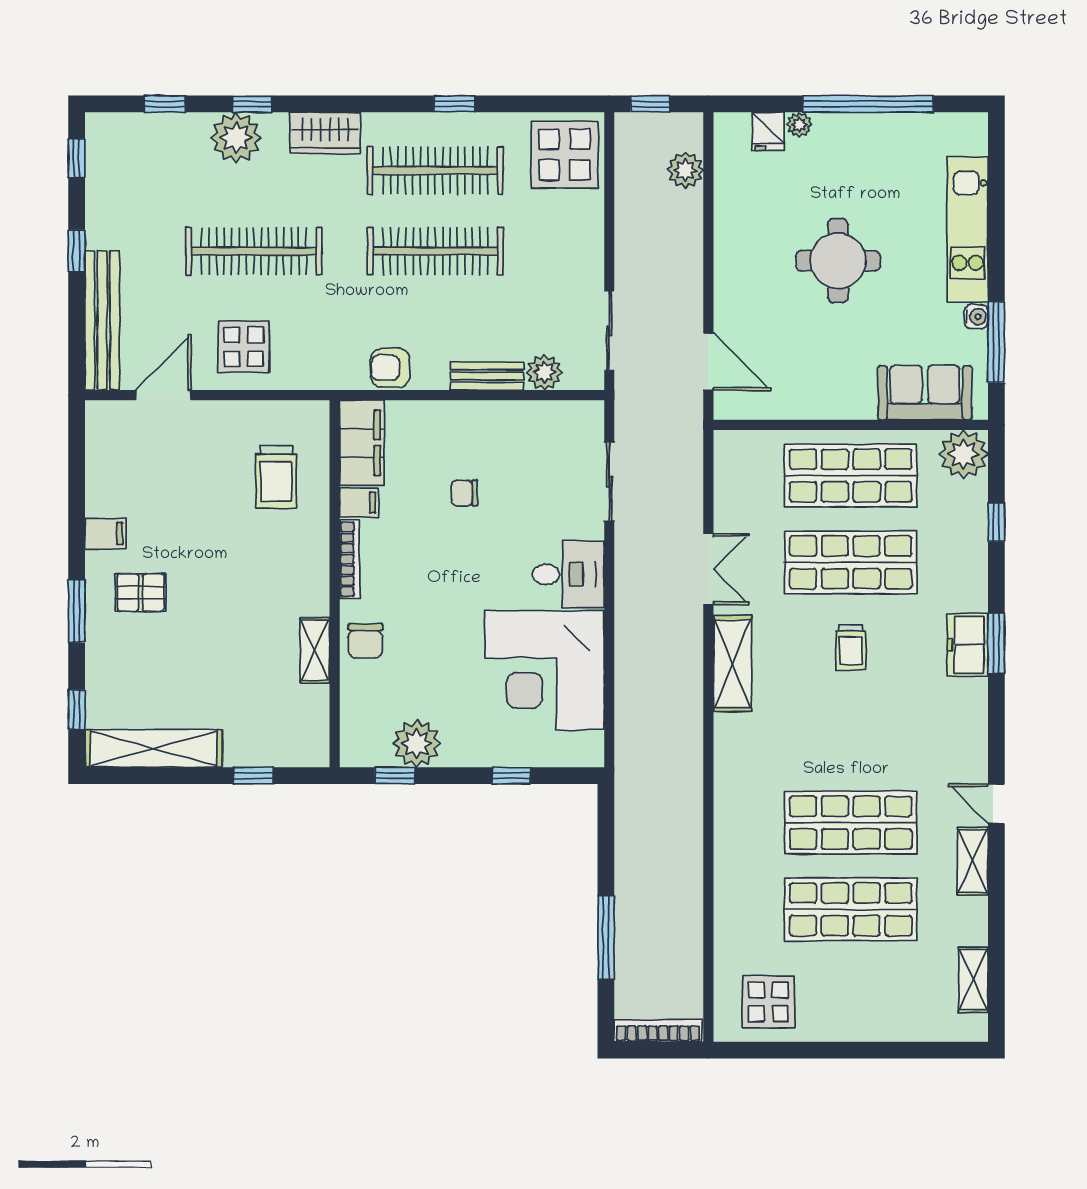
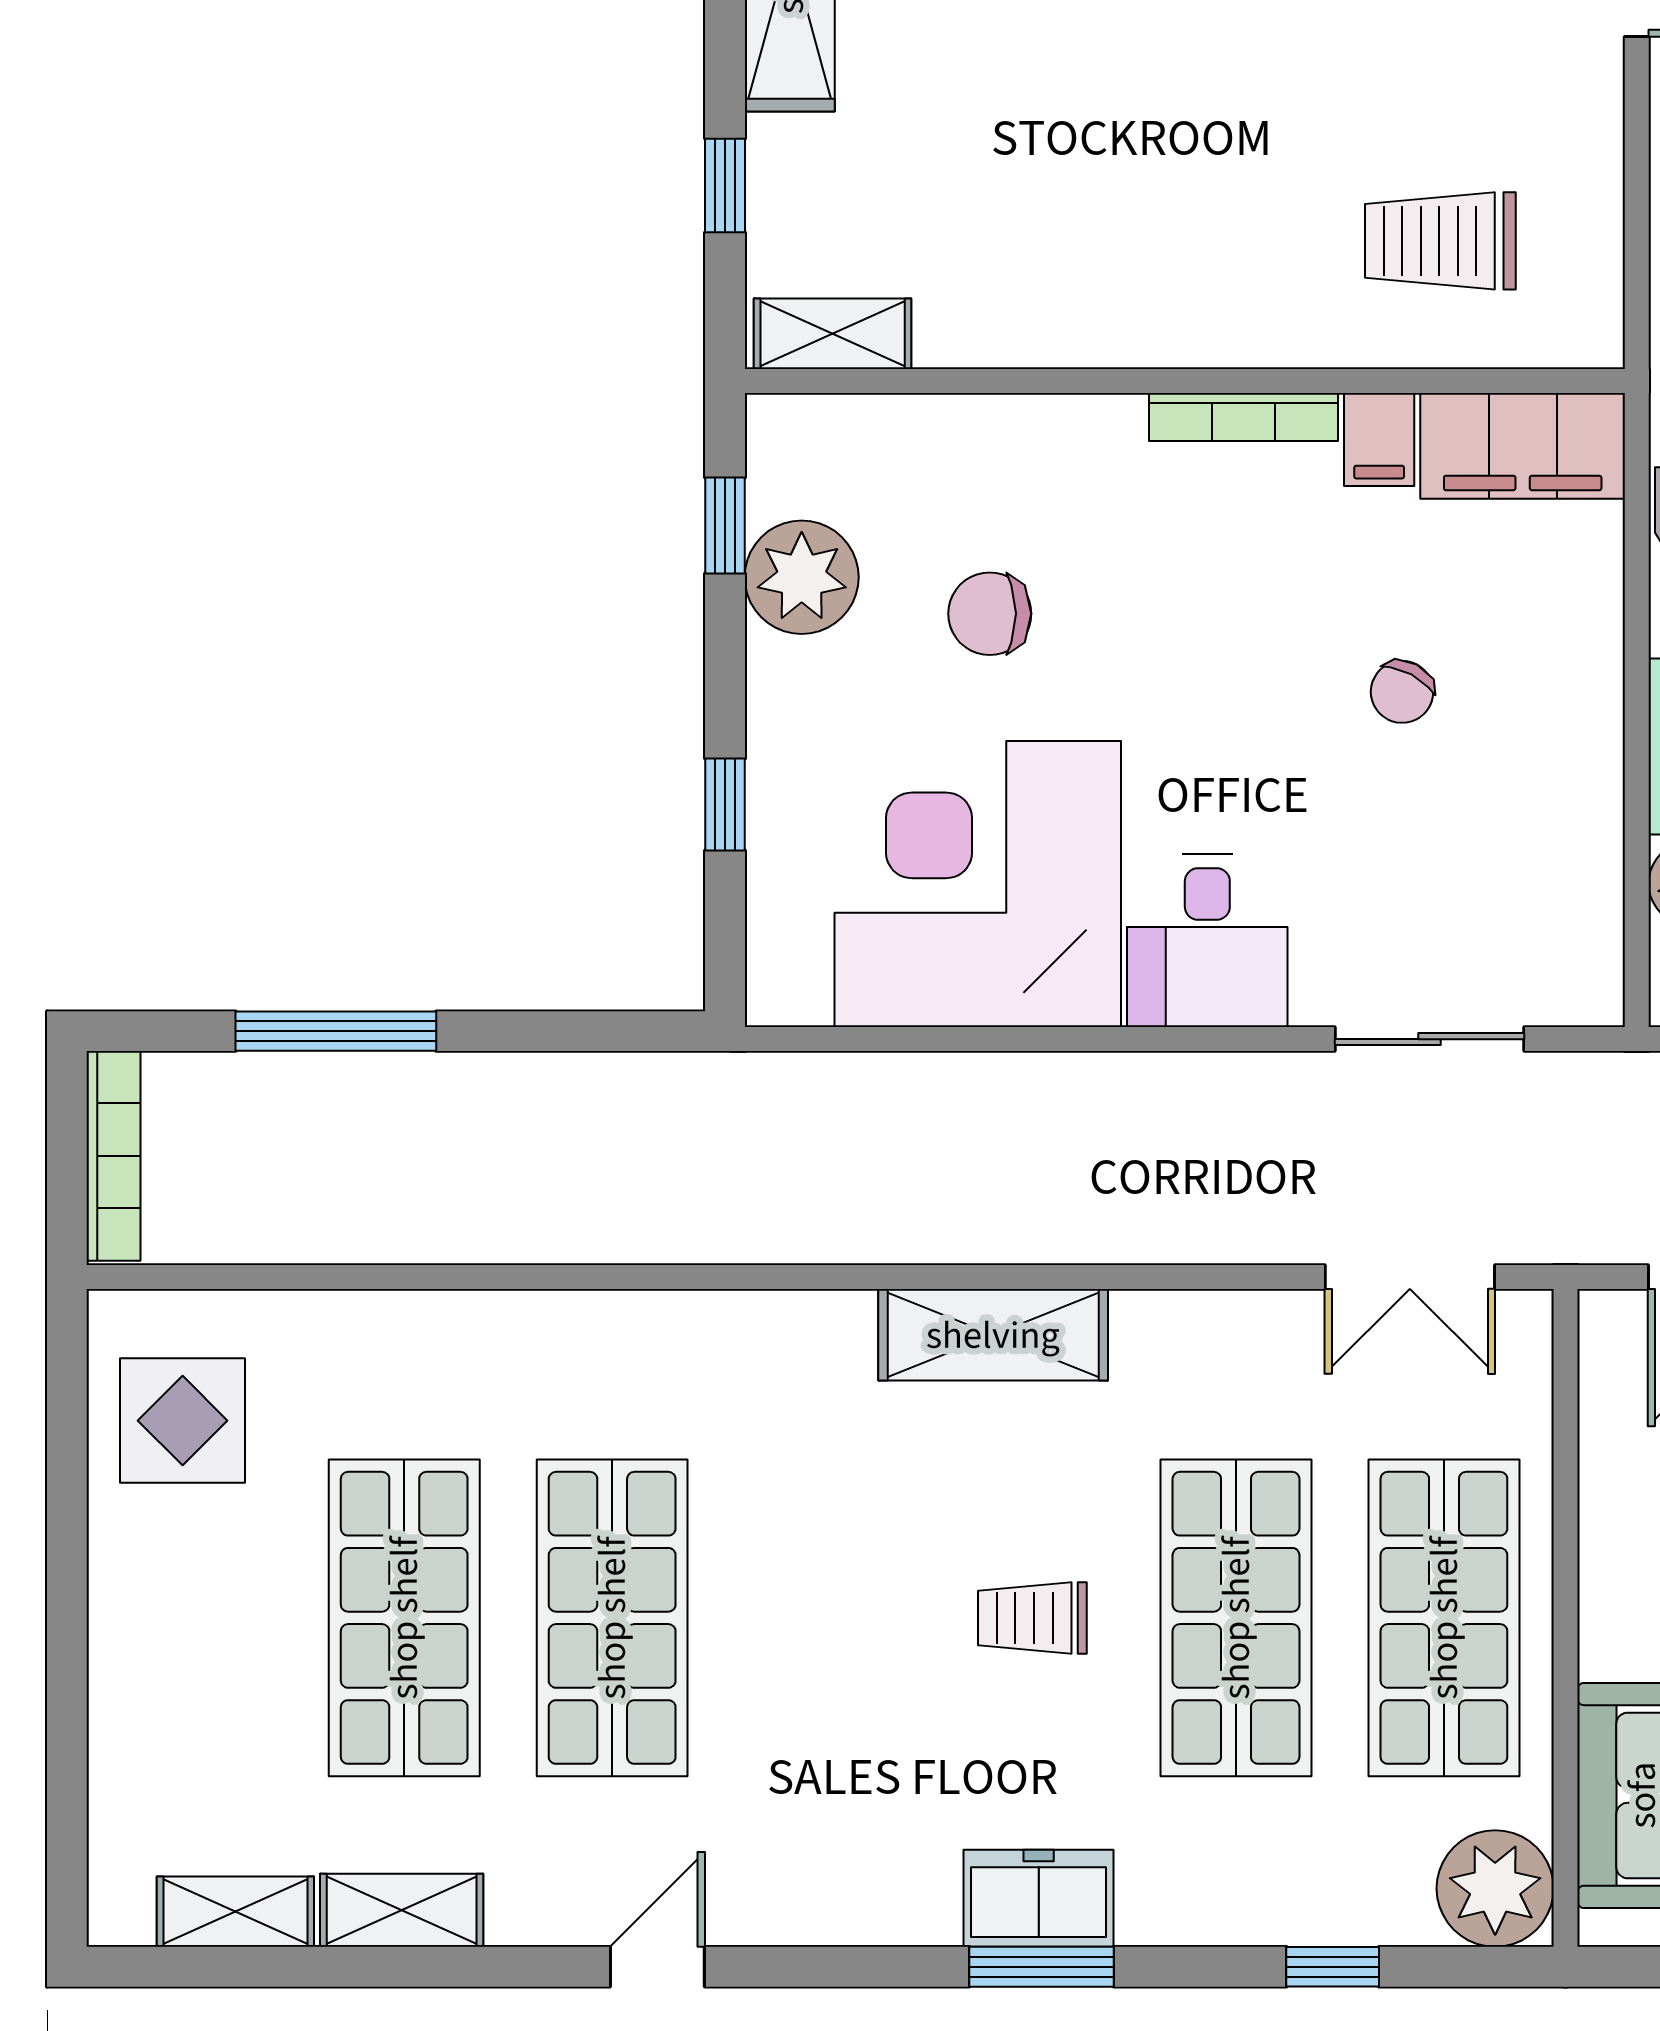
chair: (464, 493) -> (1402, 692), turned -152
double door: (708, 569) -> (1410, 1277), moved
chair: (366, 641) -> (990, 614), moved
shelving: (315, 650) -> (833, 334), moved
shelving: (973, 861) -> (402, 1910), moved

